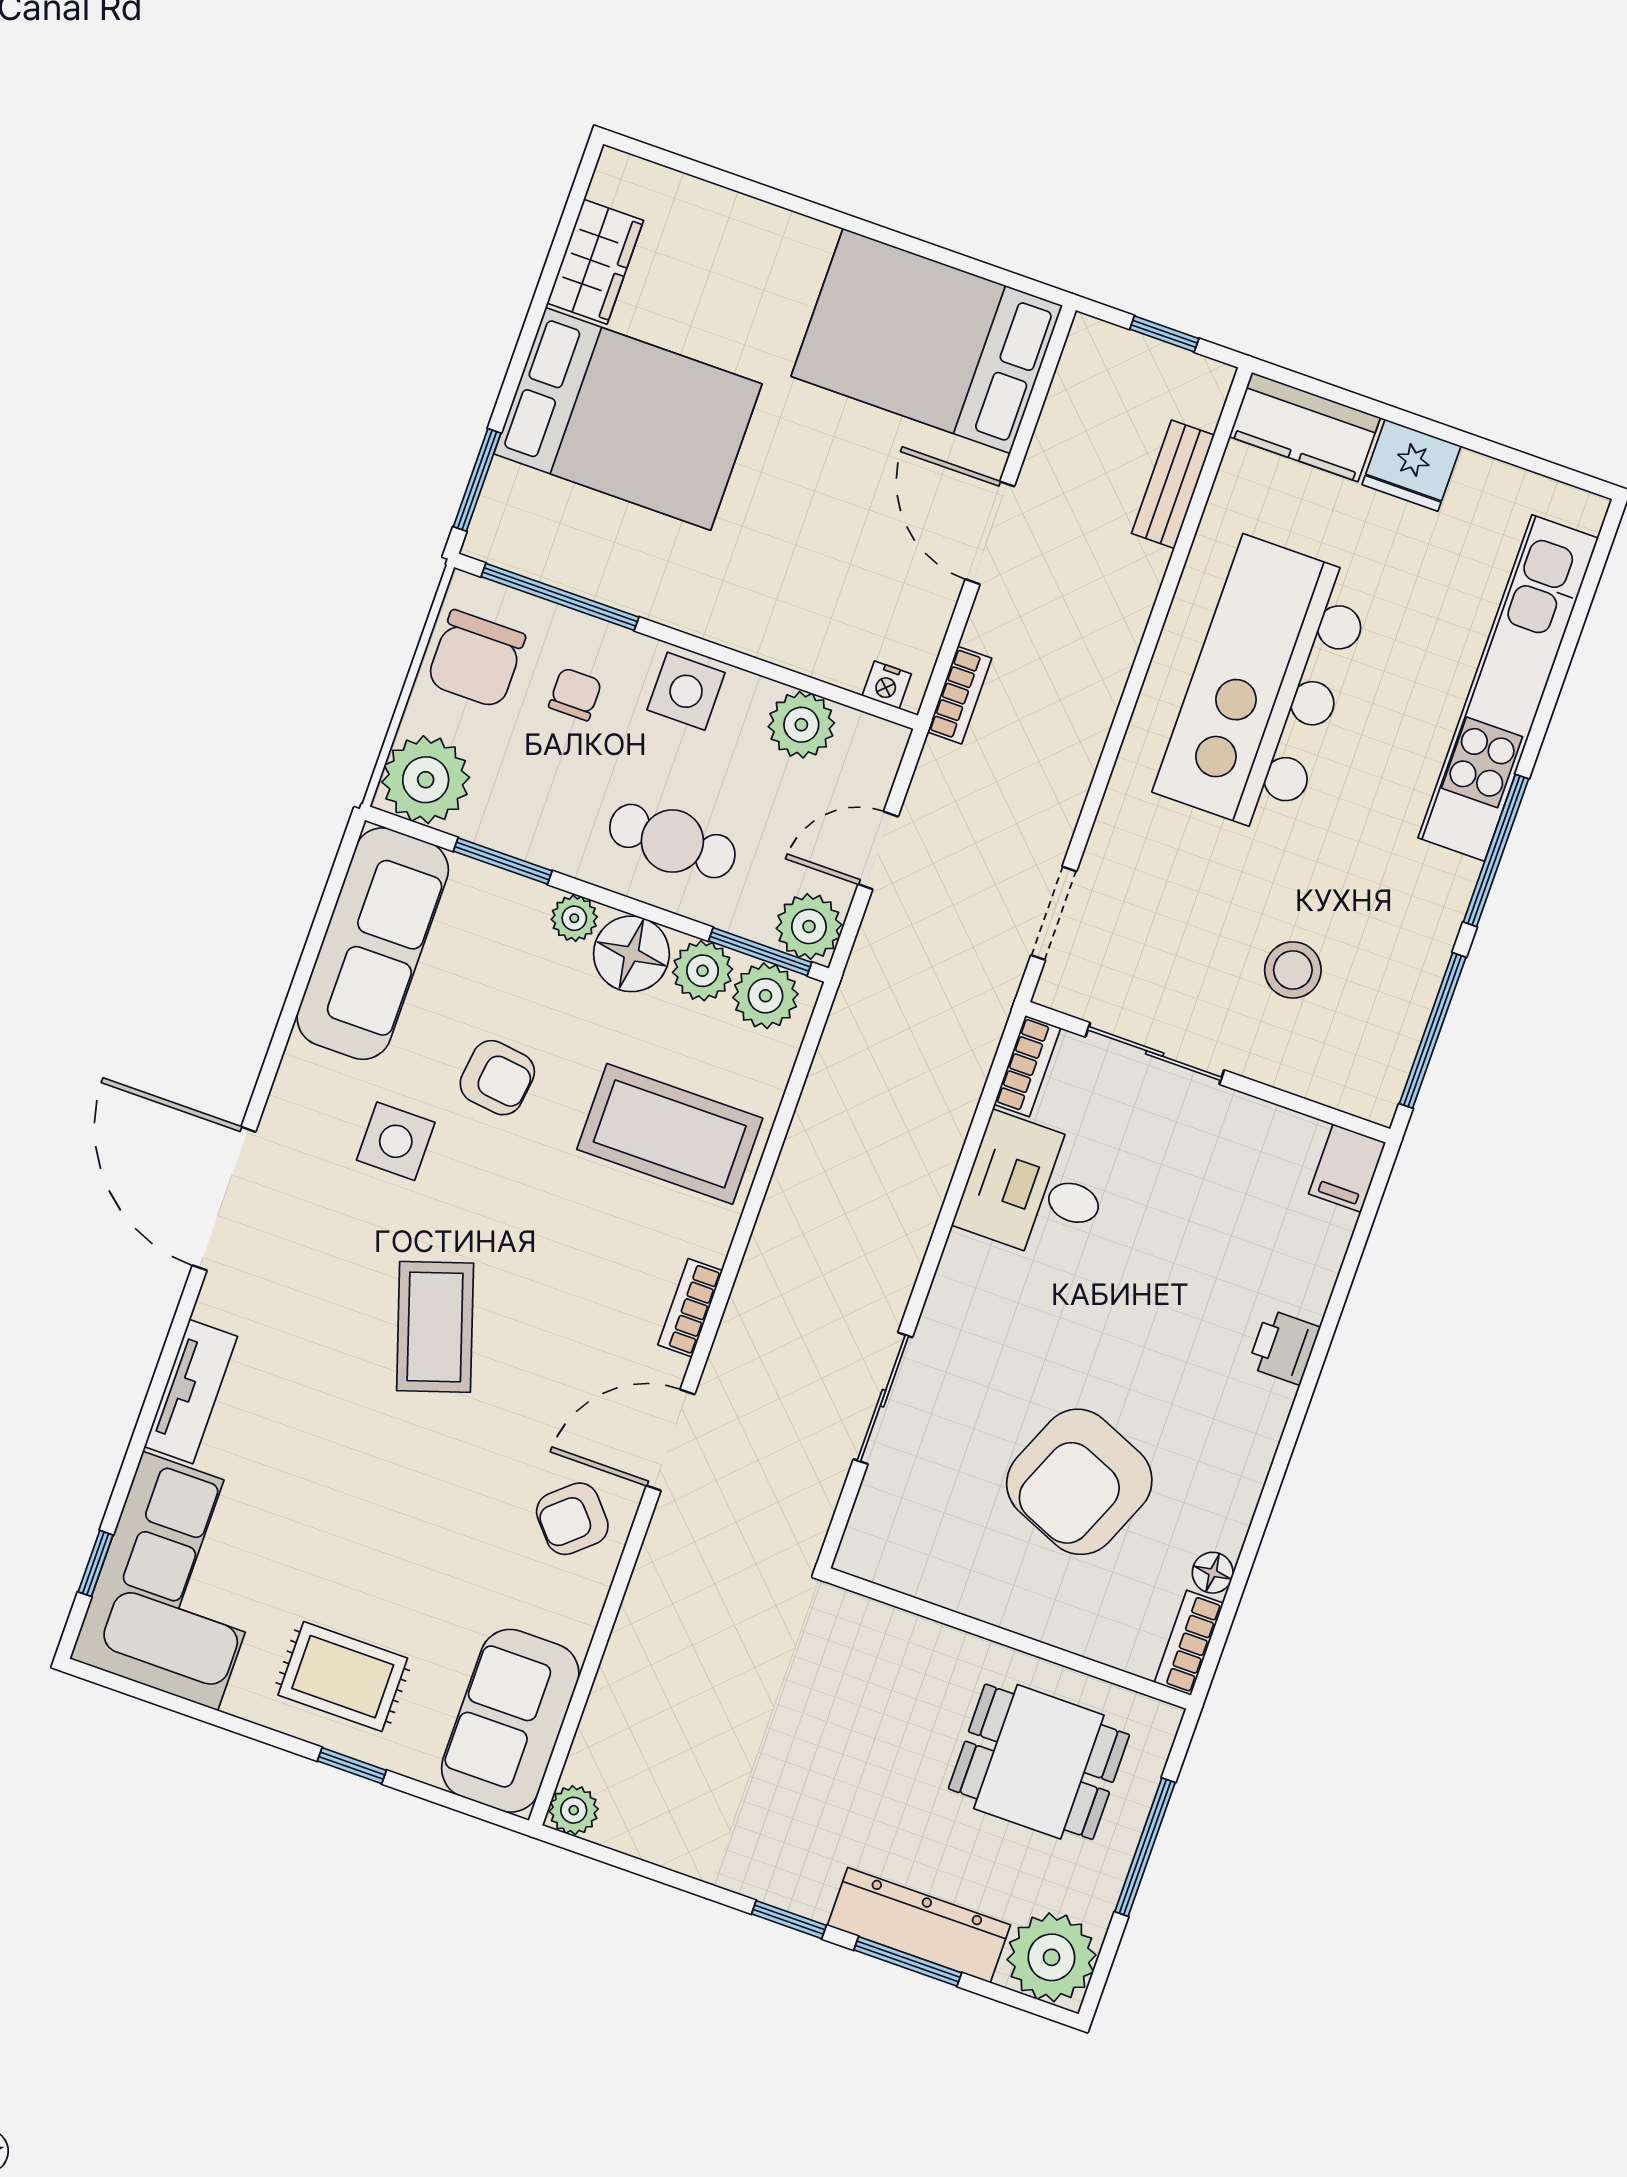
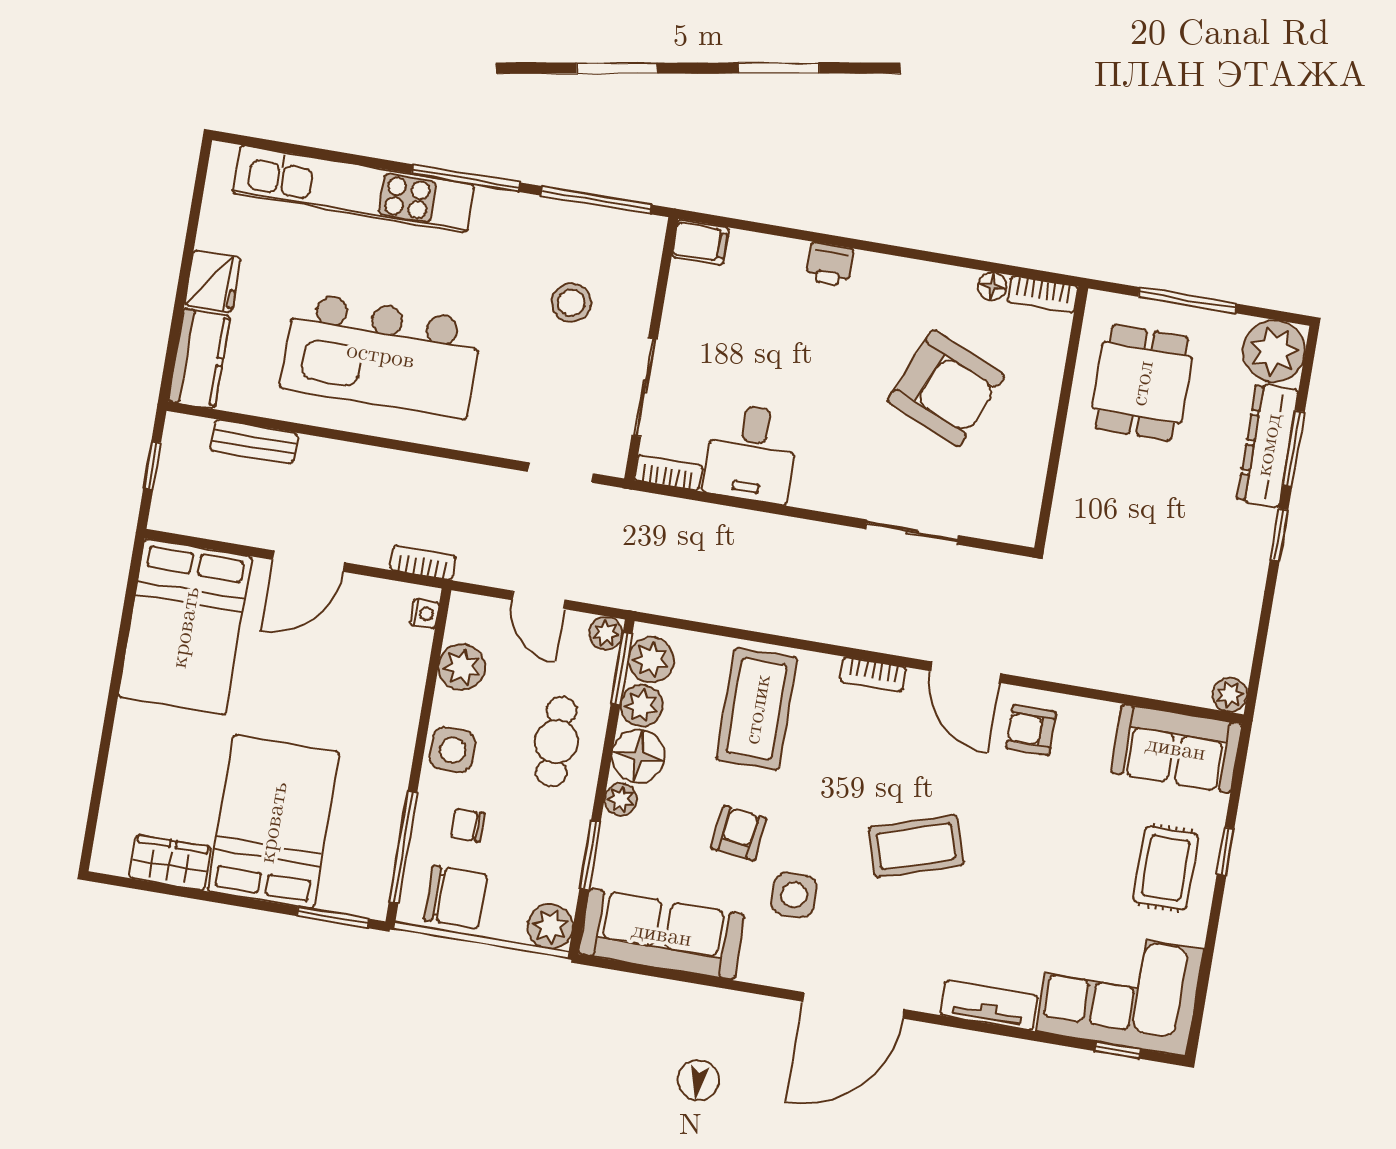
plant: (426, 780) -> (550, 927), width x0.73, depth x0.73
plant: (809, 926) -> (606, 633), width x0.73, depth x0.73
armchair: (572, 1519) -> (1031, 730), turned 131

